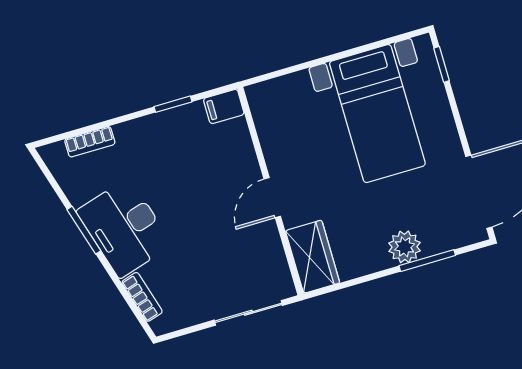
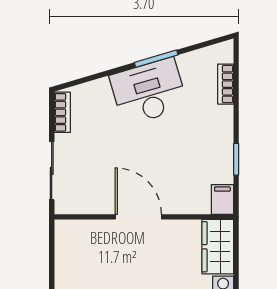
door: (272, 198) -> (138, 217), width x1.38
wardrobe: (313, 257) -> (218, 247), moved, turned 90
bookcase: (142, 297) -> (62, 112), moved, turned -74

